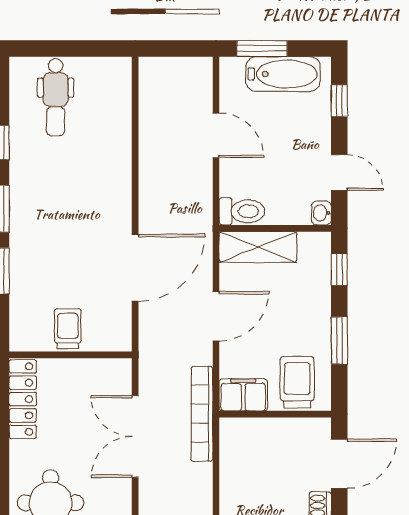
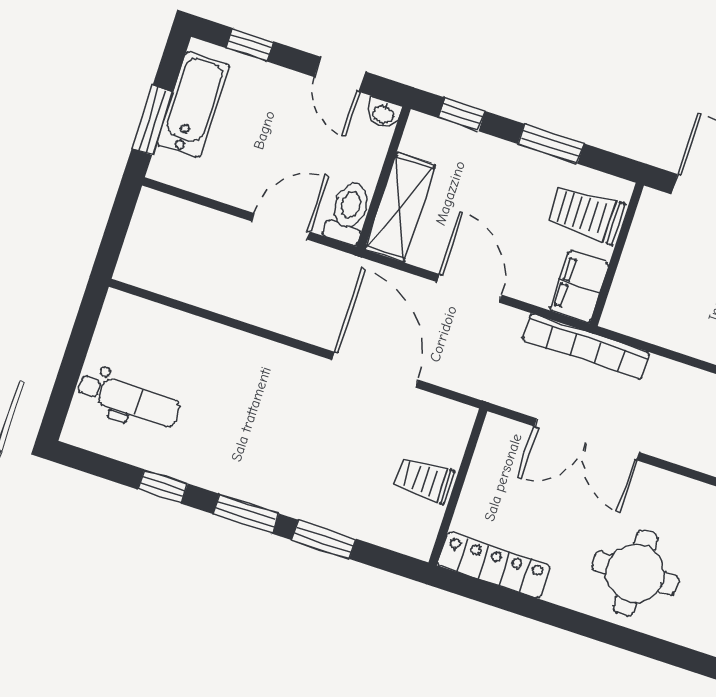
door: (216, 135) -> (281, 226), moved
door: (339, 173) -> (340, 74), swing flipped

